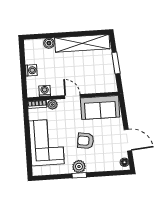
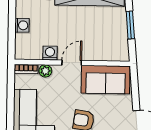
washing machine: (45, 91) -> (50, 53), moved
door: (72, 96) -> (72, 63), hinge flipped

